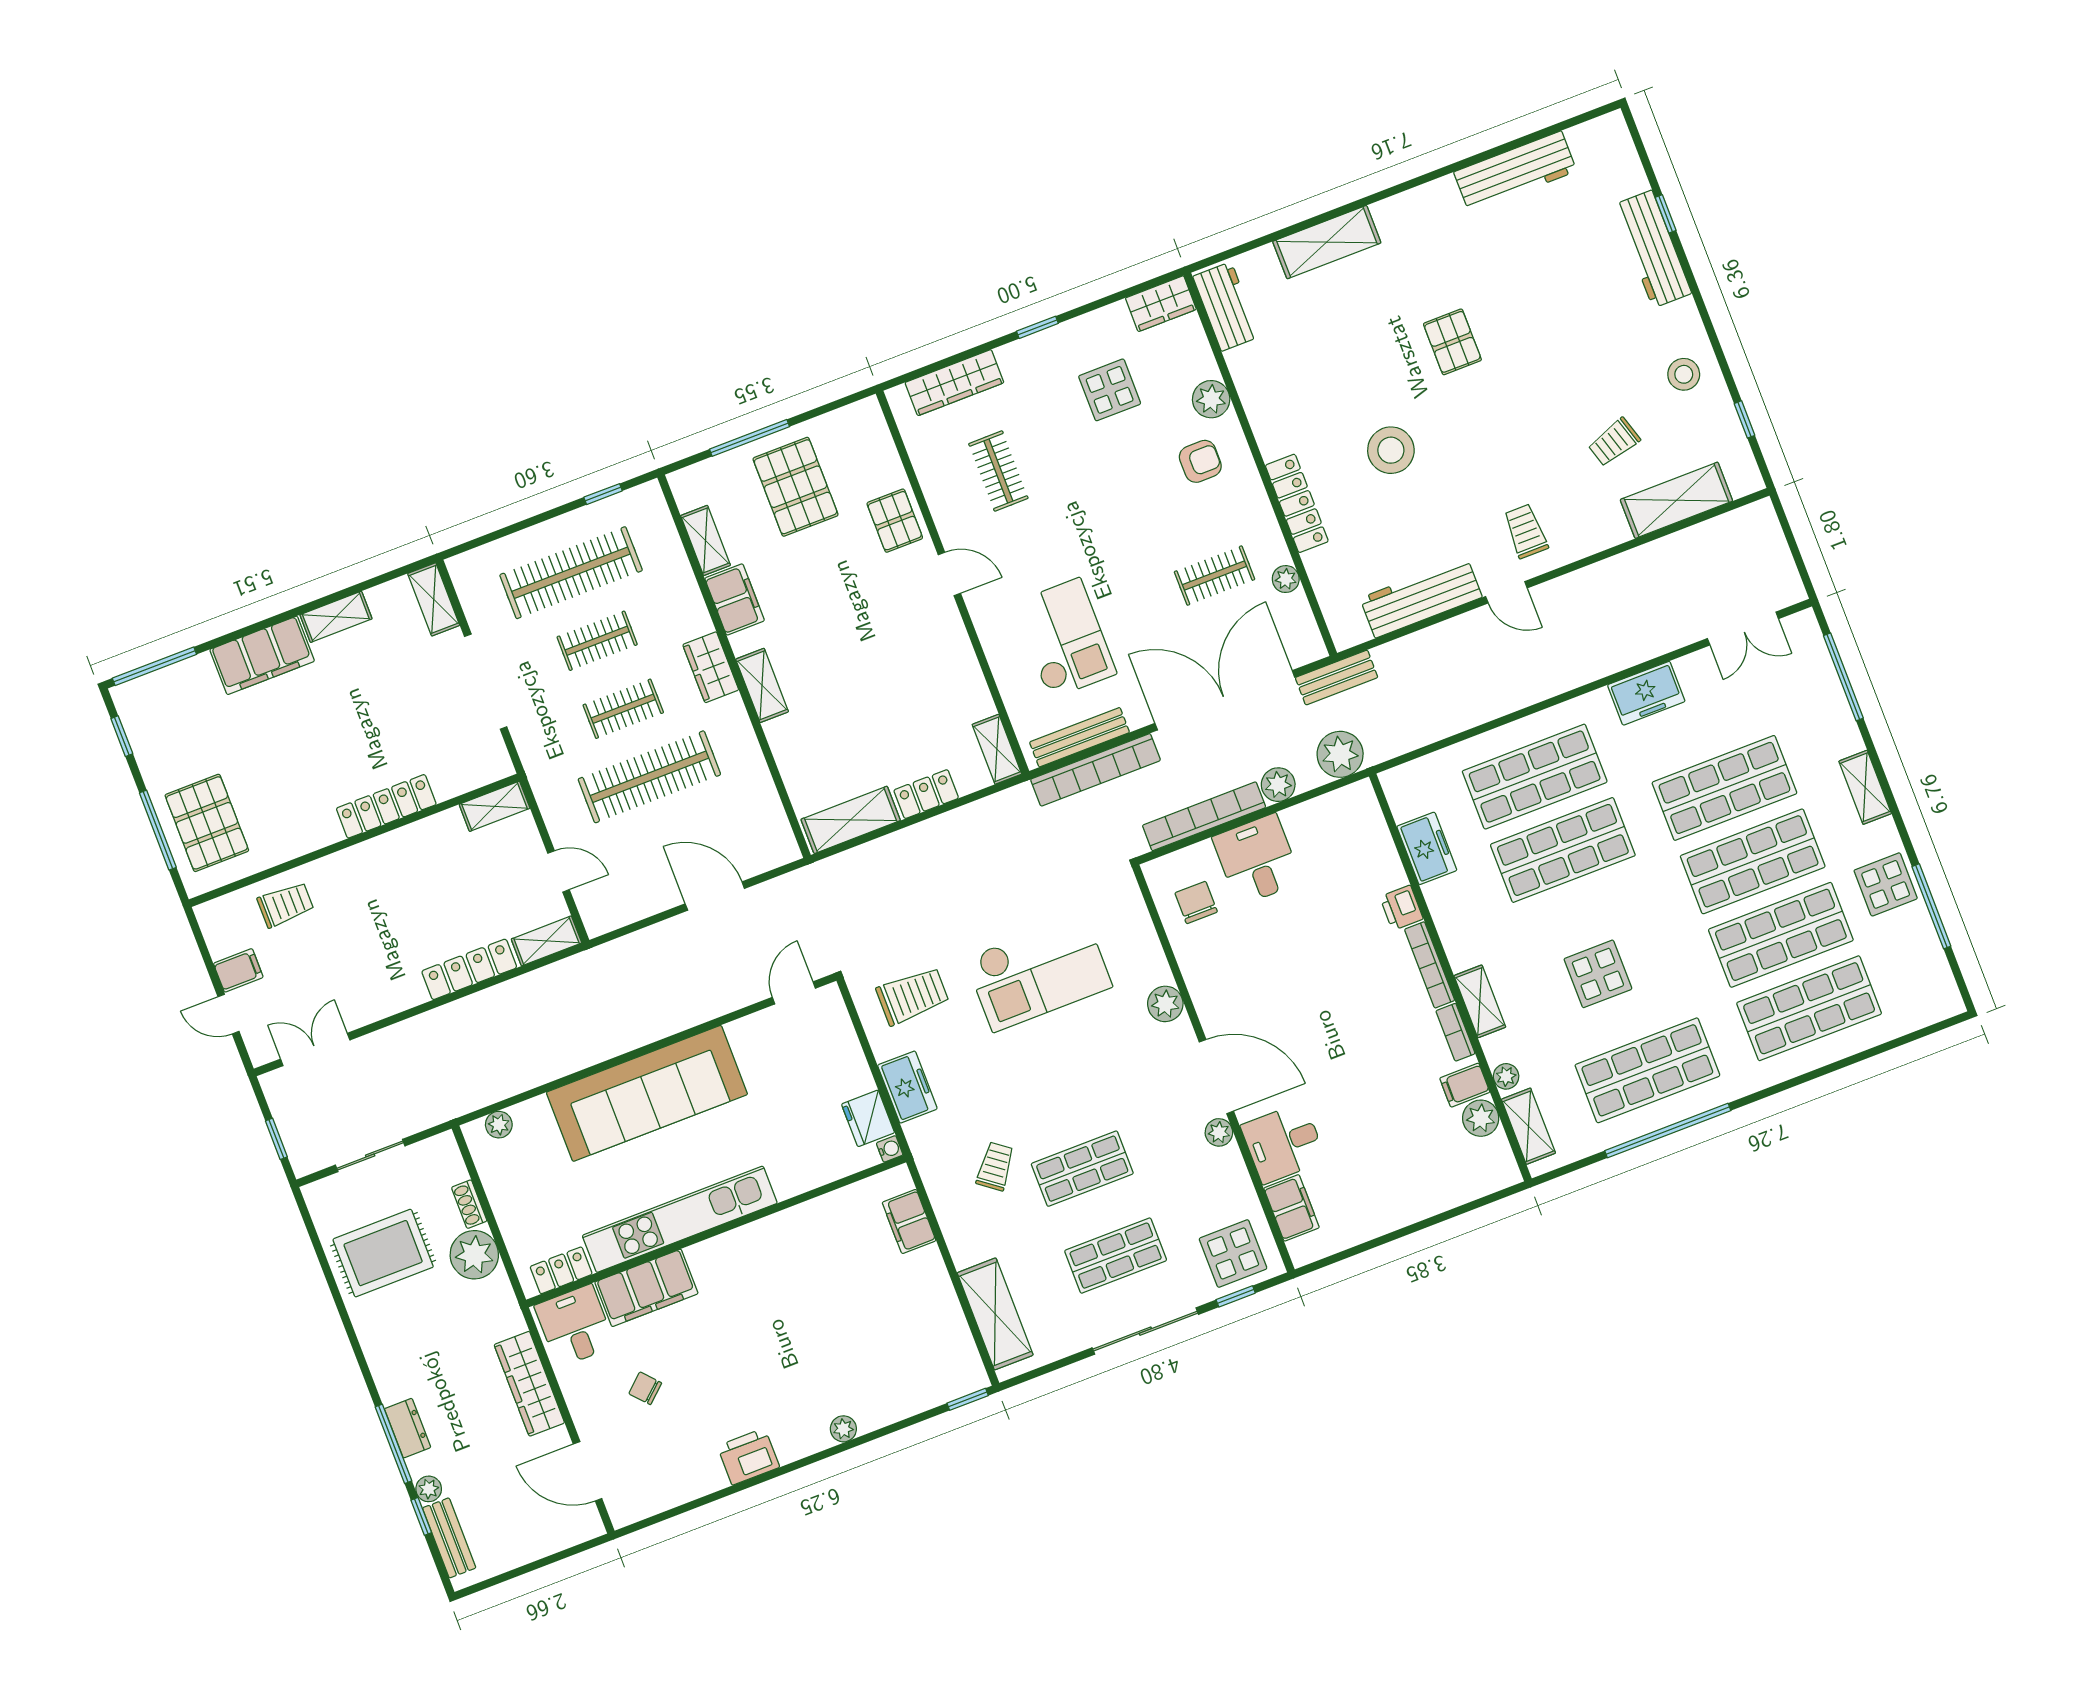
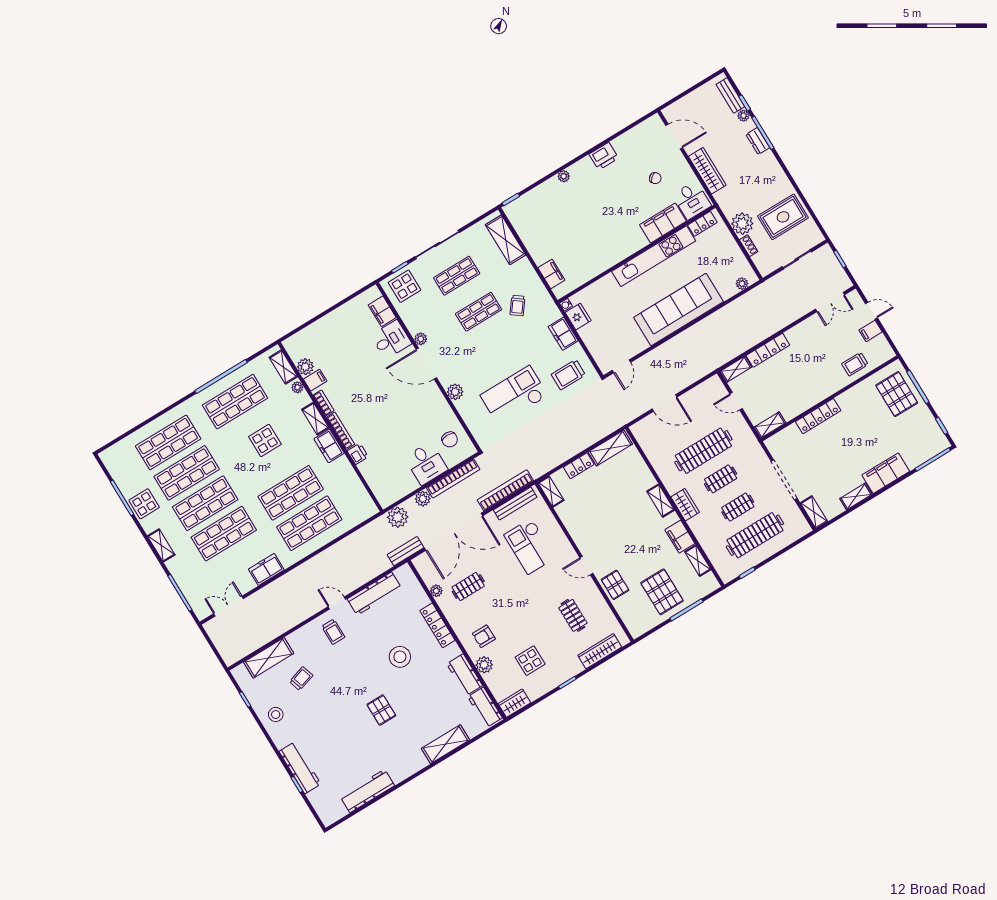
workbench: (1257, 385) -> (465, 675), added
freezer: (1427, 848) -> (329, 446), moved

